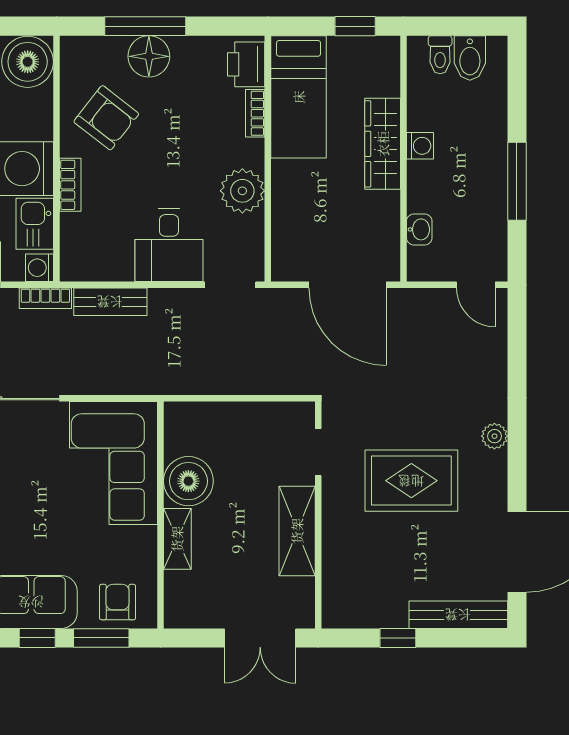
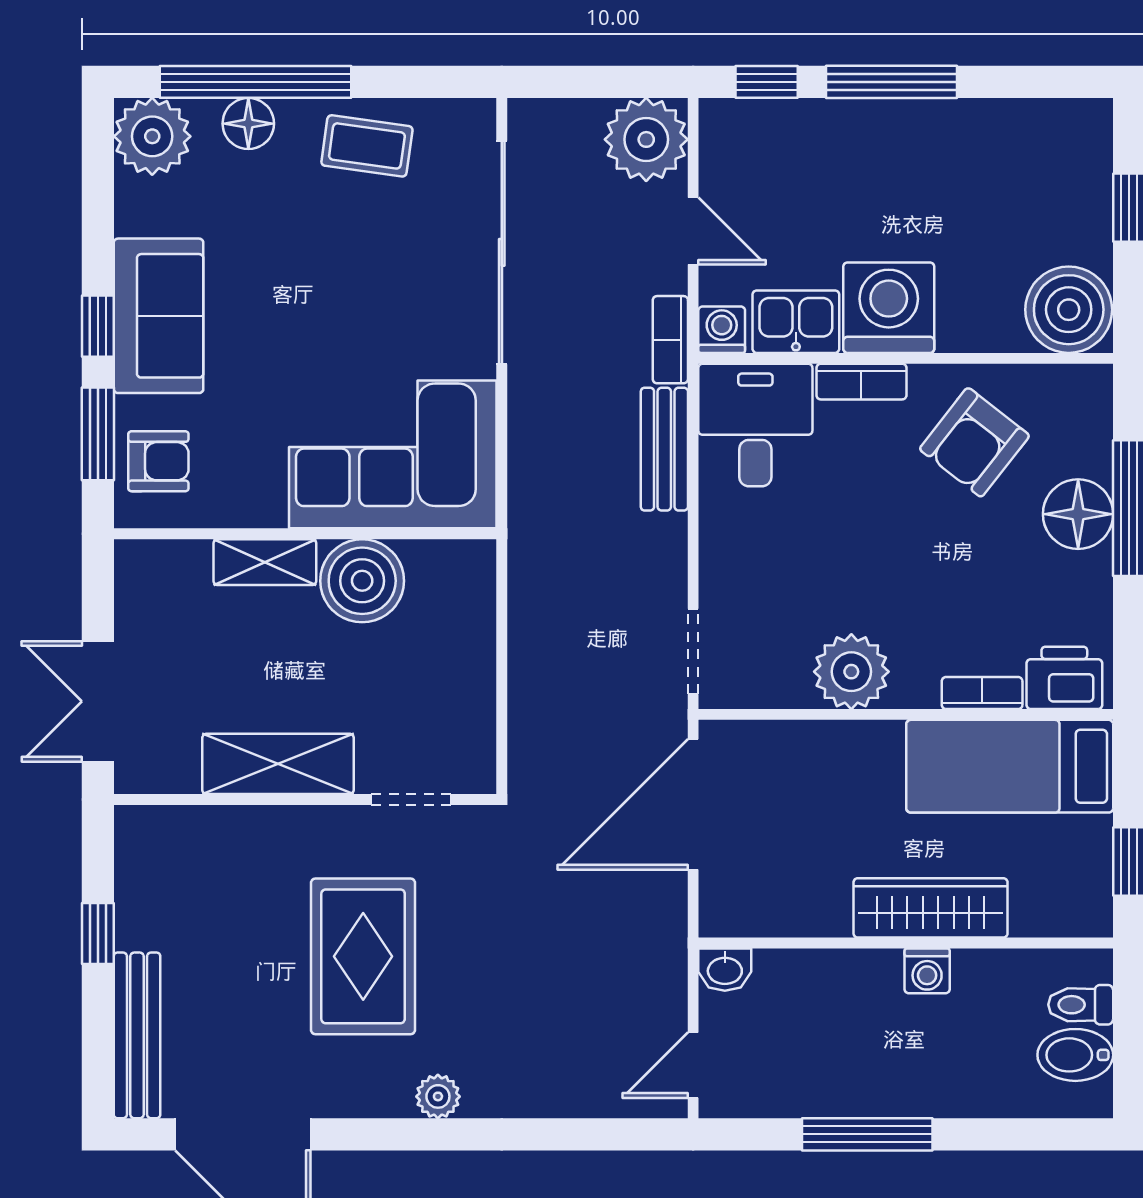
washbasin: (419, 229) -> (725, 970), moved
desk: (169, 245) -> (755, 425), moved, turned 90
door: (348, 285) -> (693, 804), moved

